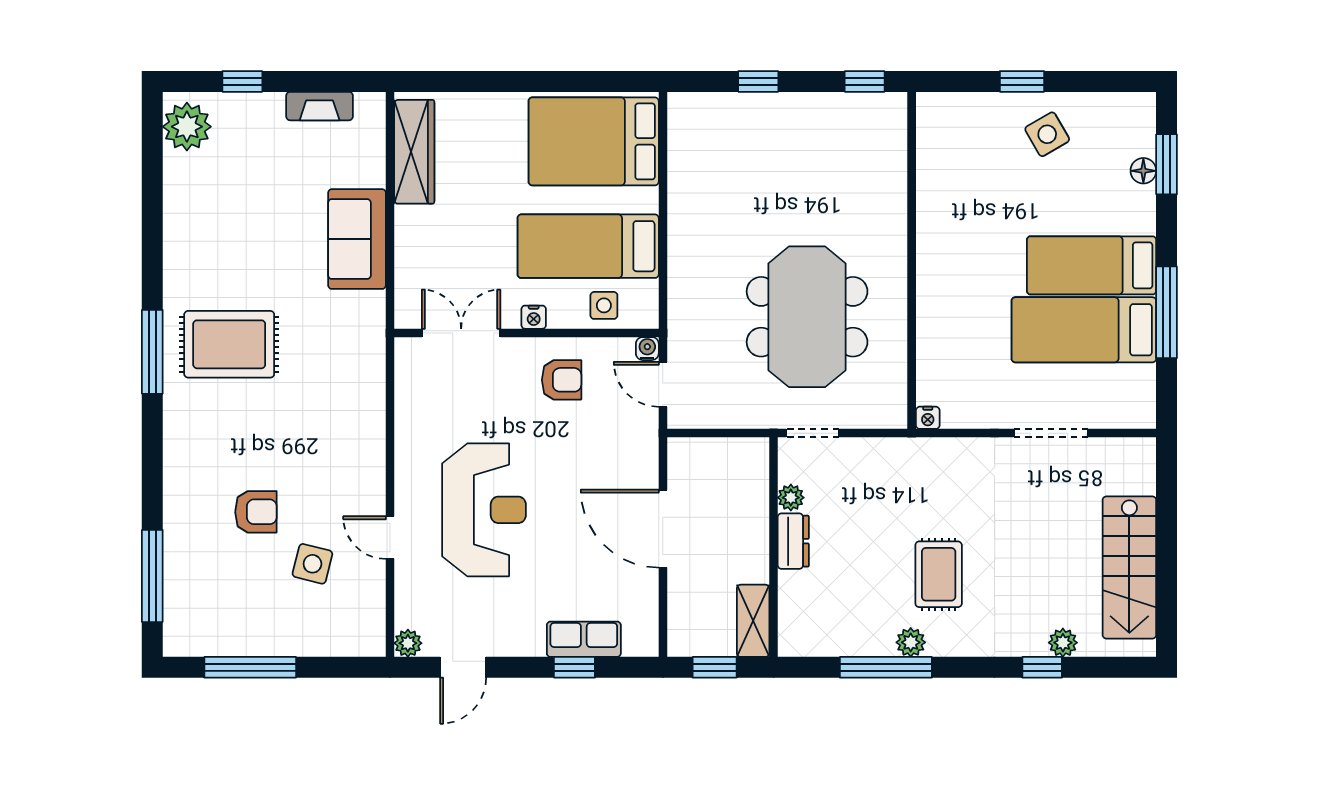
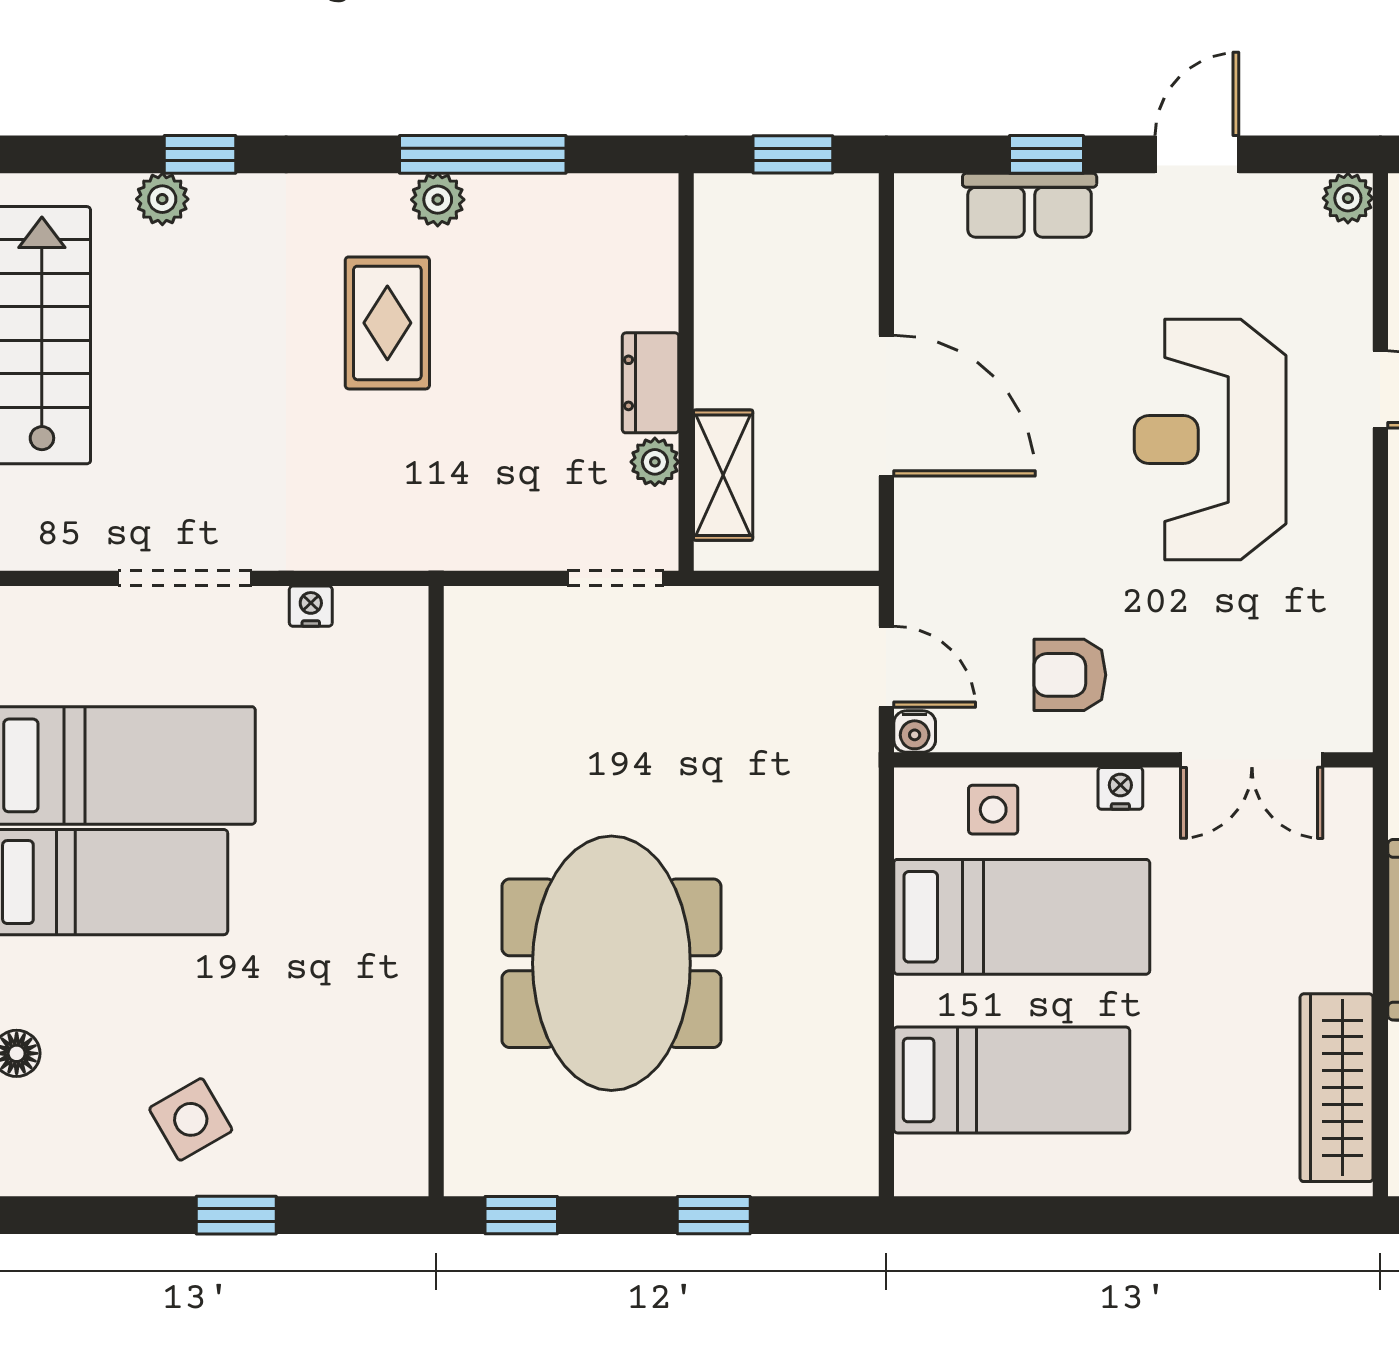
bed: (594, 141) -> (1012, 1080), width x0.67
meeting table: (807, 317) -> (611, 963), moved
nightstand: (928, 418) -> (311, 606), moved
shelving: (753, 621) -> (723, 475), moved
door: (463, 667) -> (1197, 154), moved

